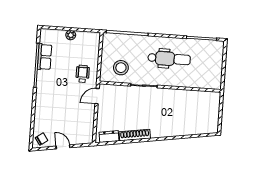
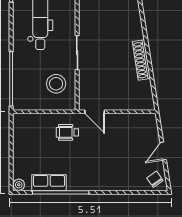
plant: (71, 35) -> (19, 185), moved
dresser: (109, 137) -> (146, 93), removed

